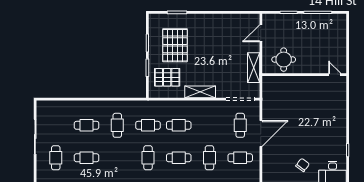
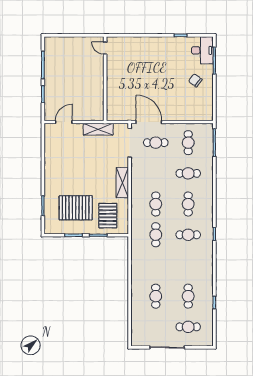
door: (261, 33) -> (64, 122), swing flipped
round table: (284, 60) -> (90, 99), removed
door: (335, 75) -> (105, 48), hinge flipped
cafe table: (117, 125) -> (156, 265), removed
door: (261, 134) -> (149, 122), moved

